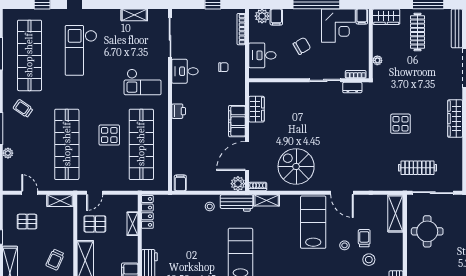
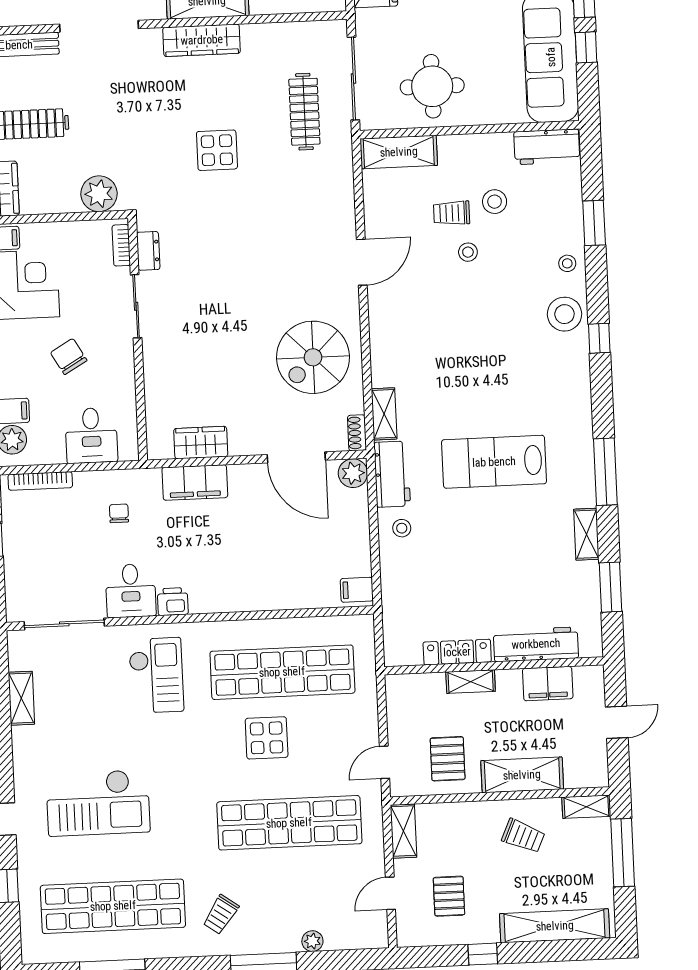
plant: (377, 60) -> (99, 194), width x1.88, depth x1.88
printer: (179, 111) -> (173, 602), moved
filing cabinet: (237, 121) -> (195, 482), moved
door: (95, 193) -> (384, 762), swing flipped
locker: (147, 212) -> (457, 652), moved
lab bench: (313, 222) -> (424, 318), removed
shelving: (132, 224) -> (471, 682), moved

